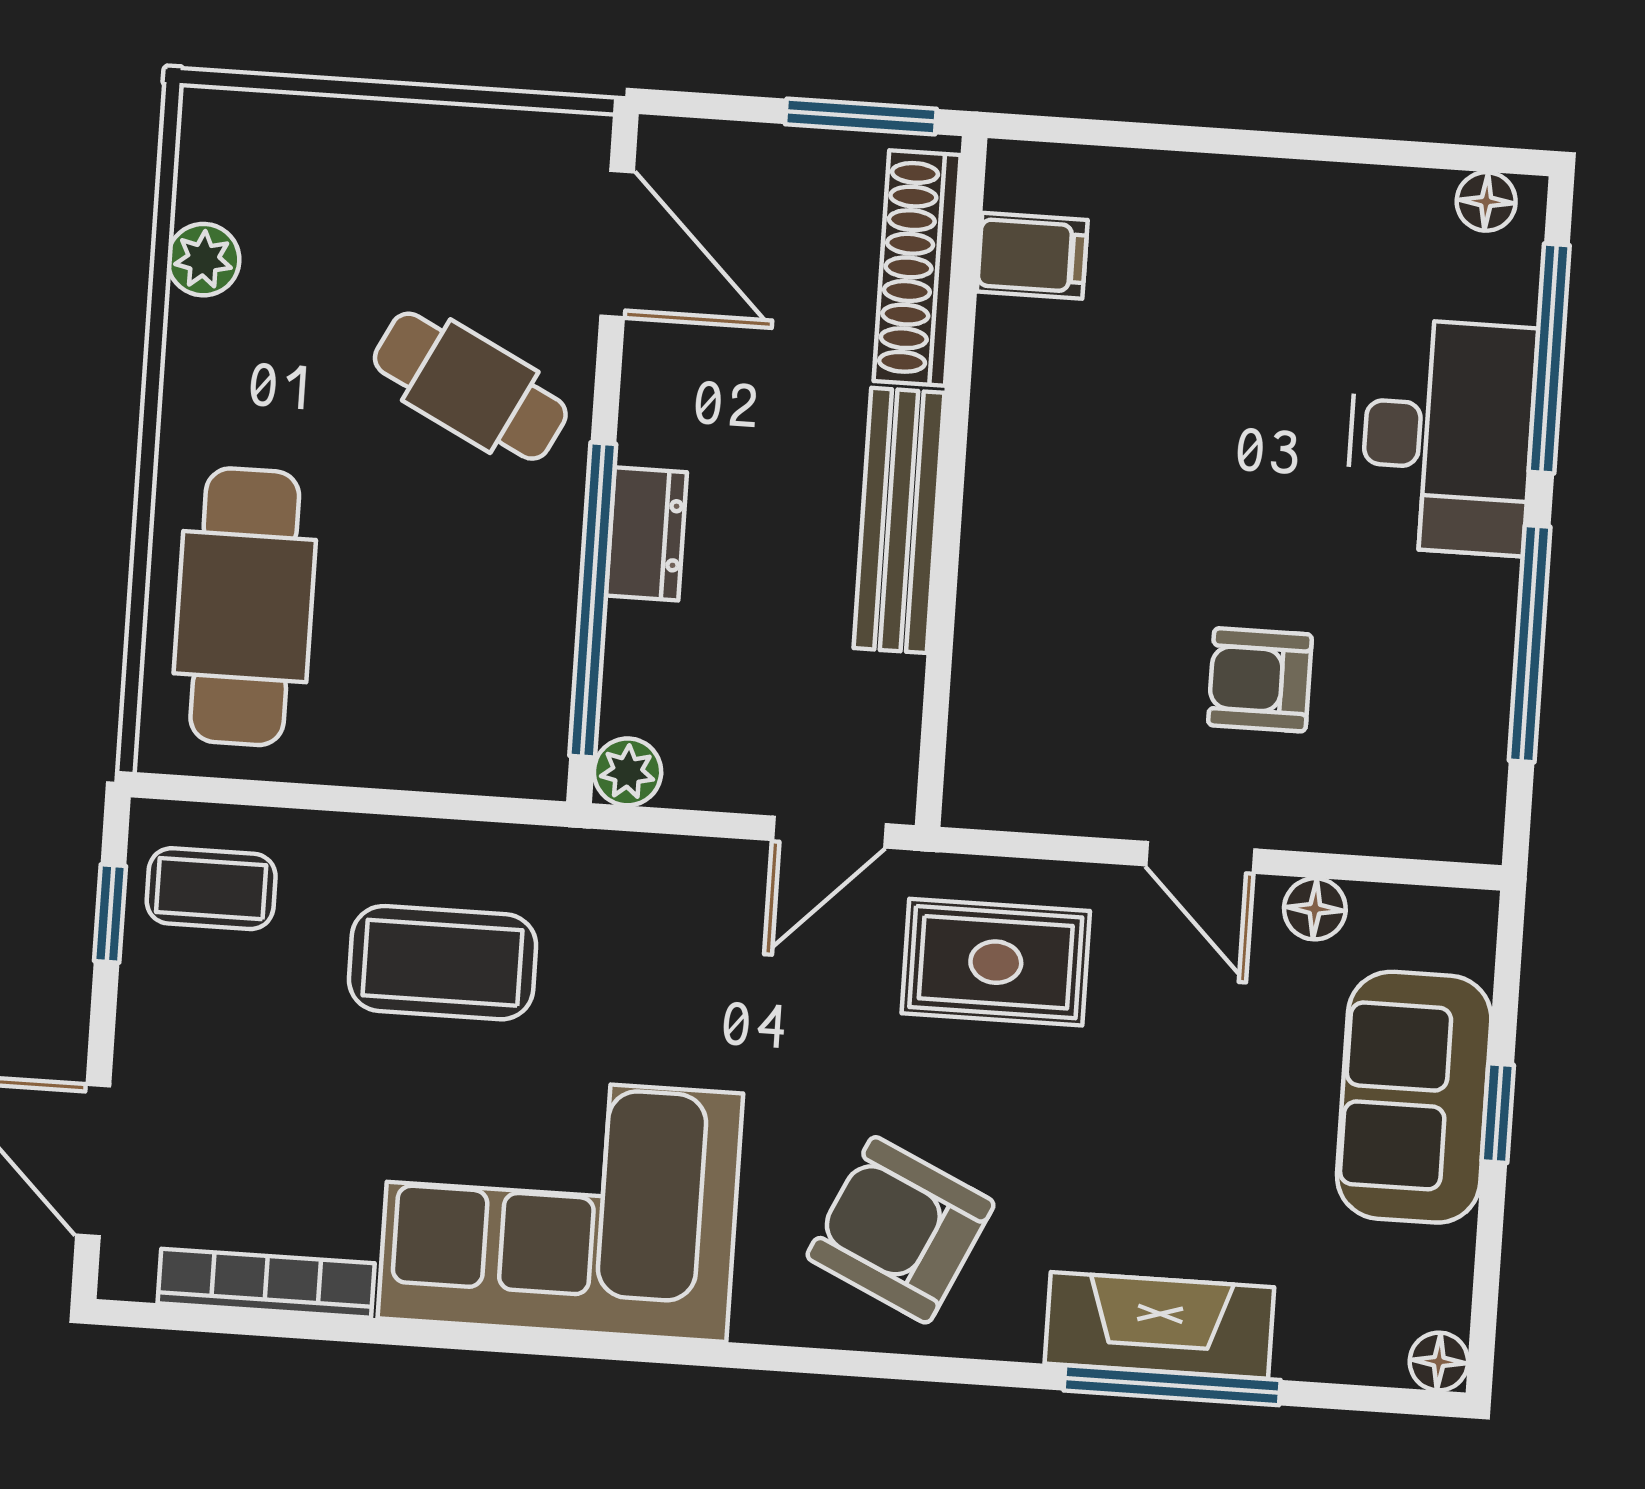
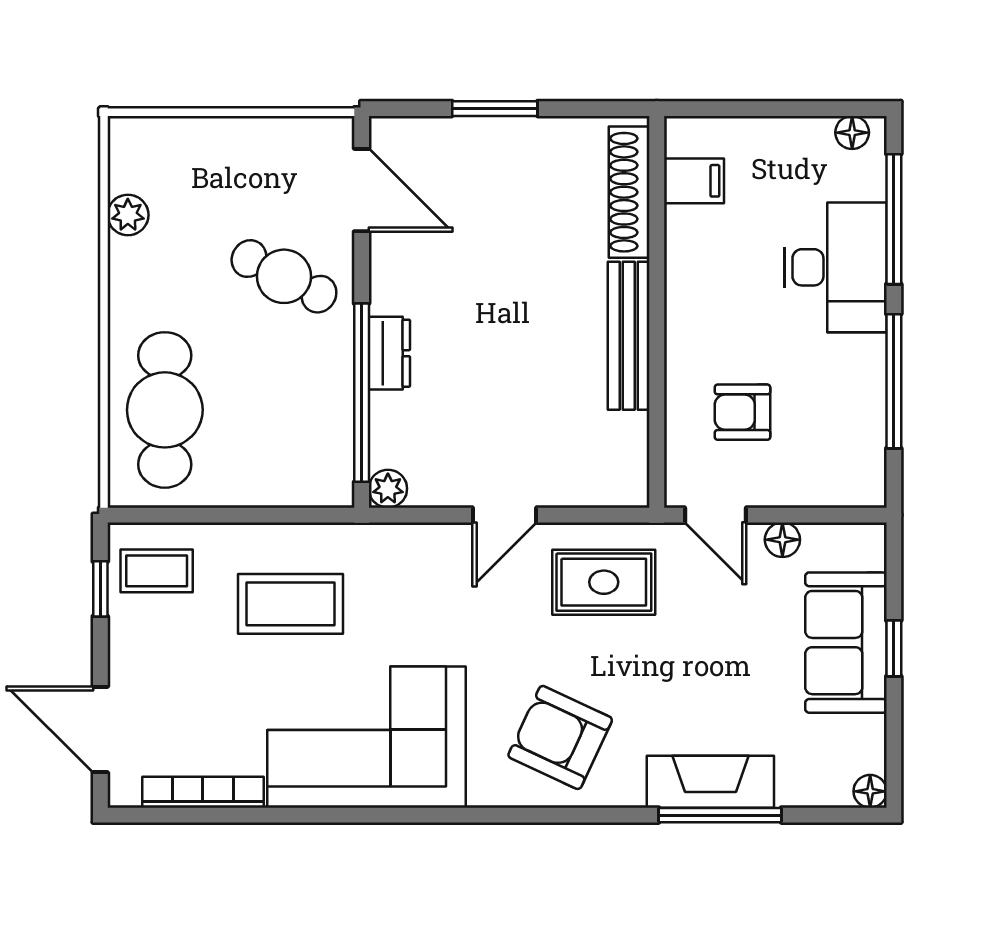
filing cabinet: (1032, 256) -> (694, 181), moved
shoe rack: (917, 268) -> (629, 192), moved
wall: (951, 482) -> (657, 312), moved
bench: (899, 520) -> (629, 336), moved

